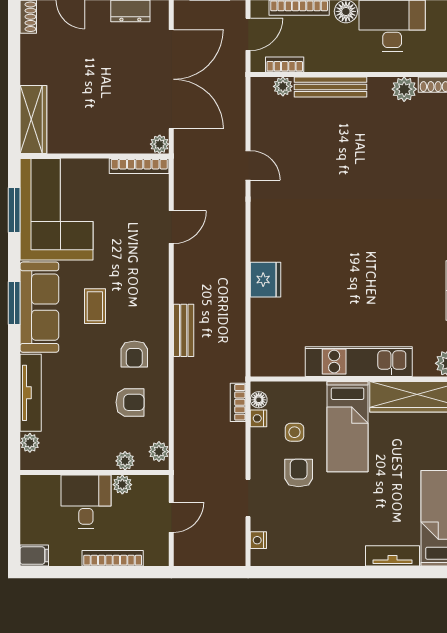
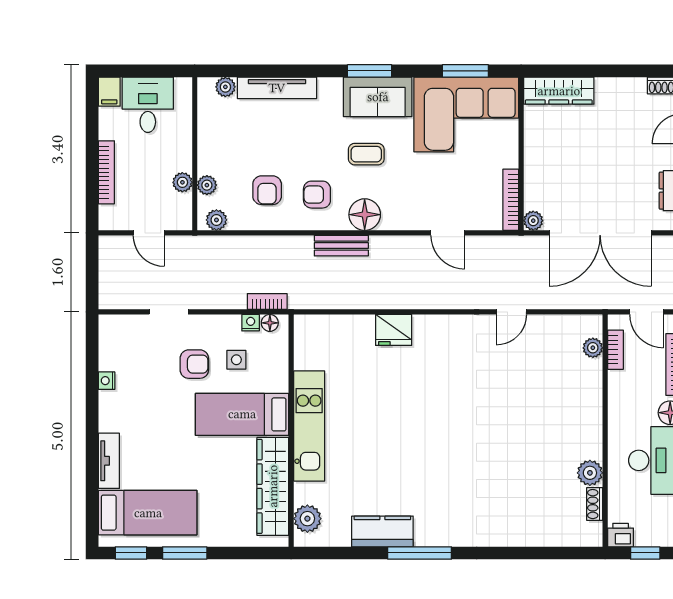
bench: (331, 87) -> (592, 397), removed
sofa: (39, 307) -> (378, 97), width x0.73
floor lamp: (154, 308) -> (365, 215), added
desk: (86, 502) -> (148, 105), moved, turned -90
nightstand: (258, 540) -> (107, 381), moved, turned -90

